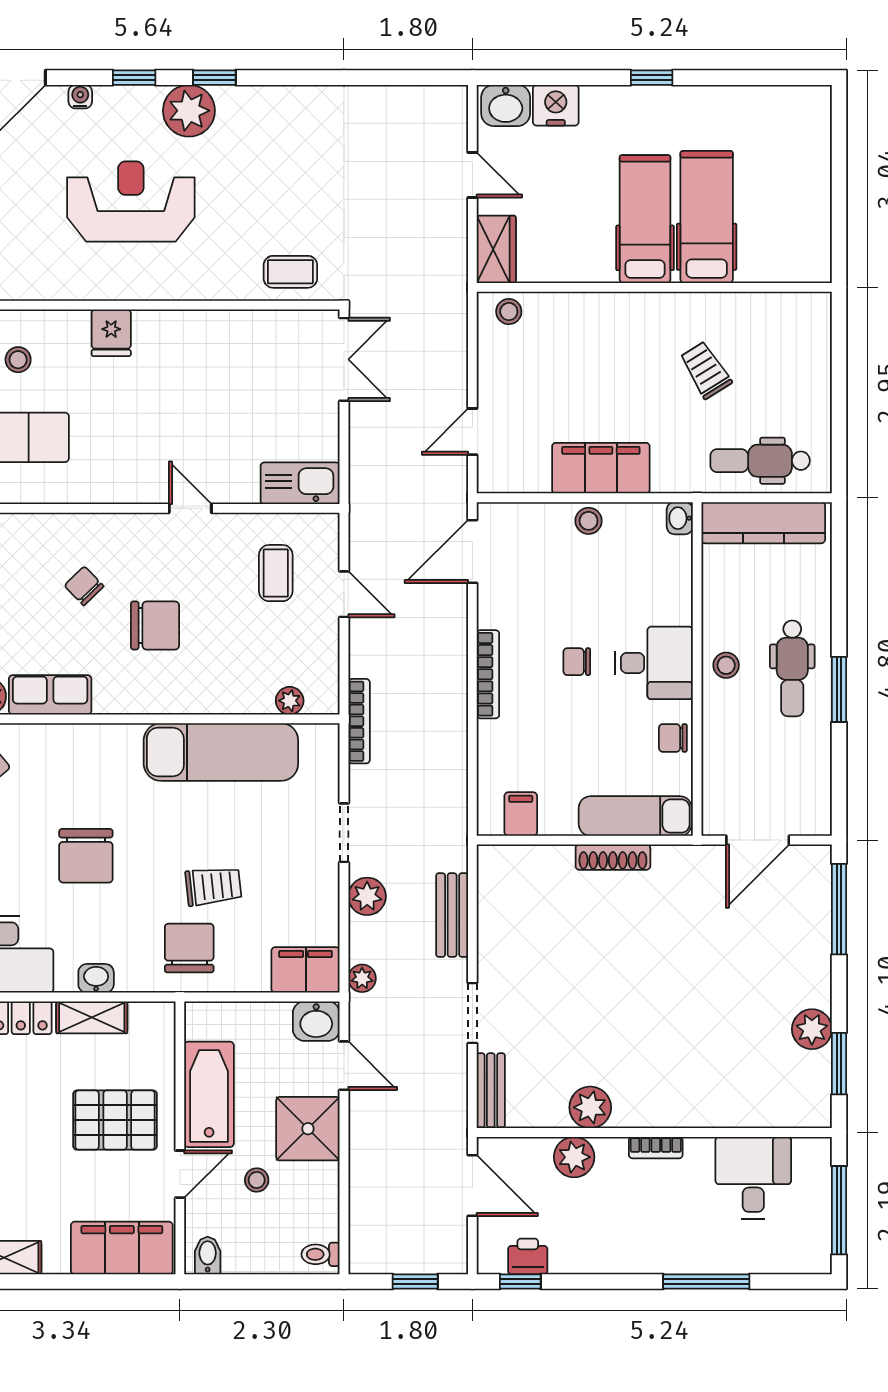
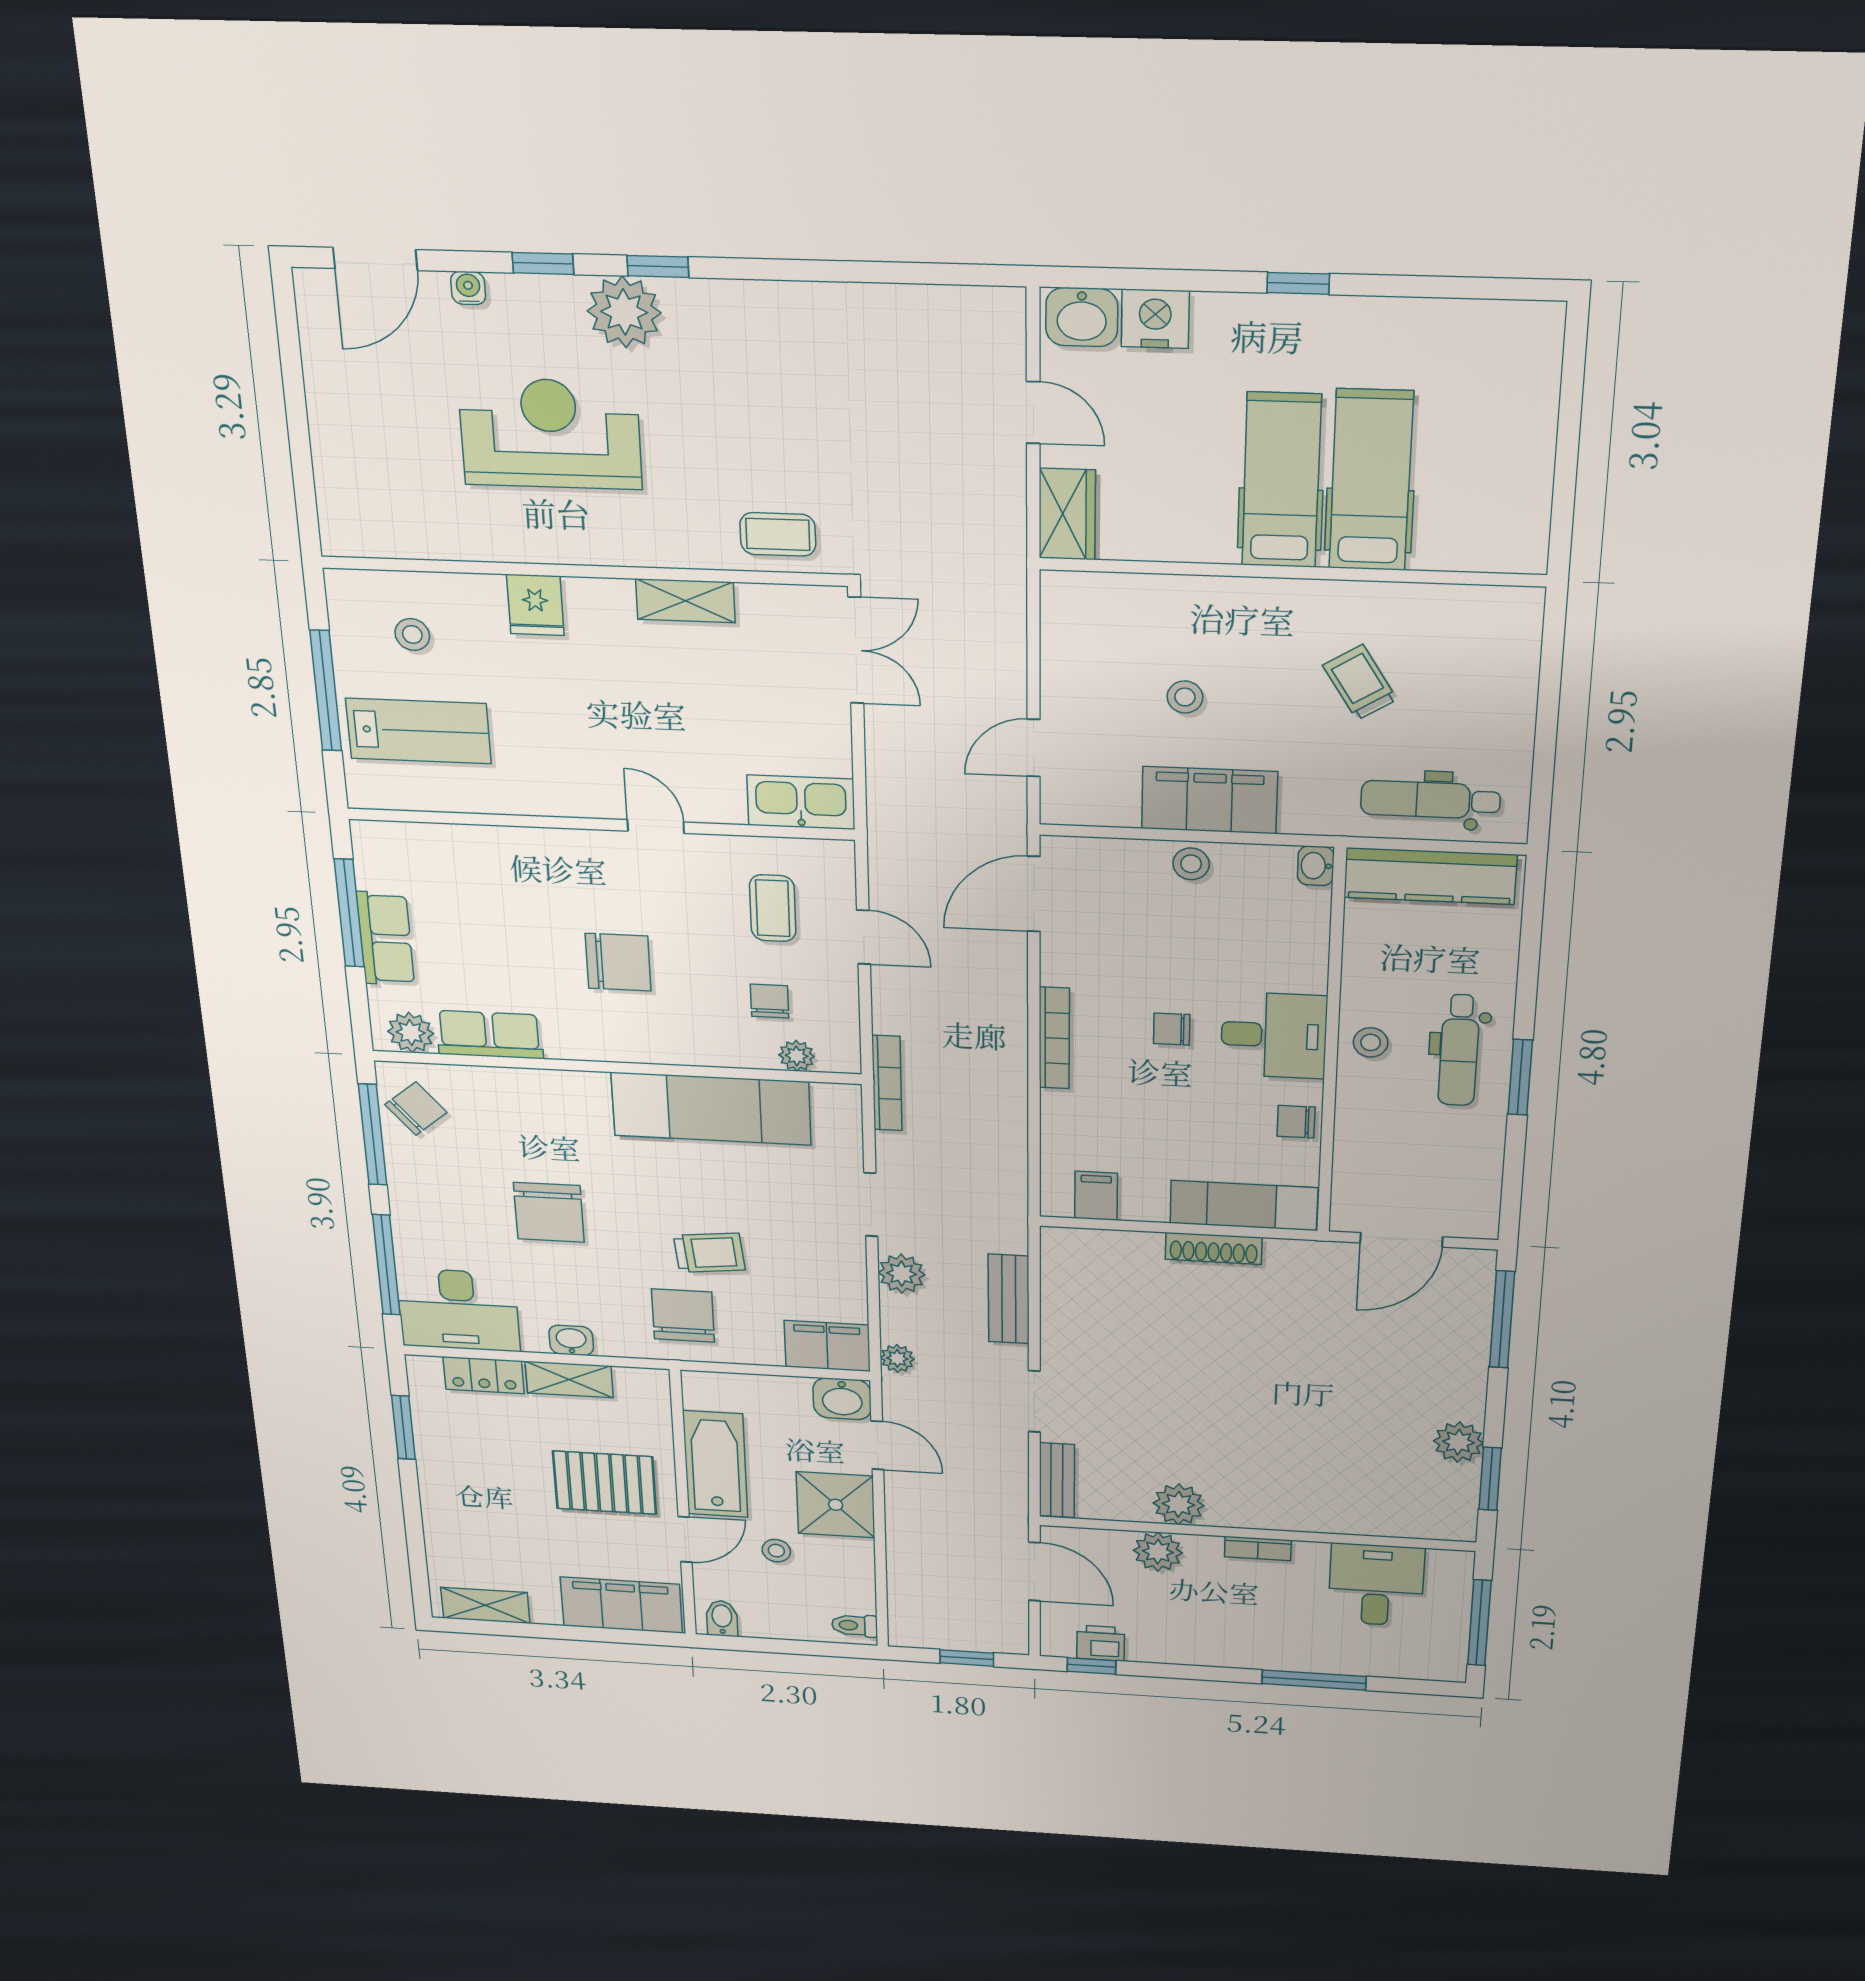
stool: (509, 312) -> (1185, 697), moved
shelving: (221, 325) -> (685, 601), added
chair: (84, 586) -> (770, 1001), moved, turned 44

